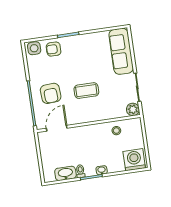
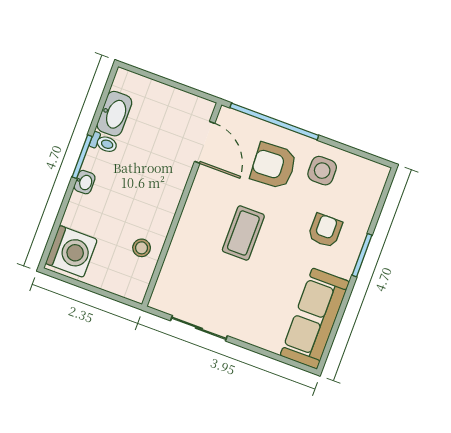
side table: (34, 48) -> (322, 171), moved
armchair: (54, 49) -> (325, 230), moved
sofa: (121, 51) -> (315, 319), moved, turned -90
plant: (133, 109) -> (163, 299), removed

